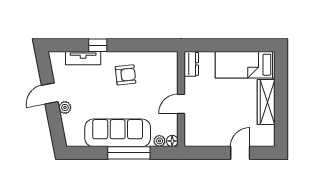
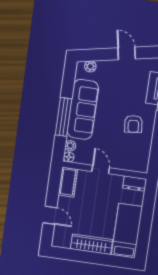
plant: (65, 107) -> (90, 66), moved
cot: (200, 138) -> (68, 182), added

